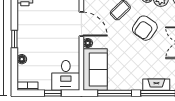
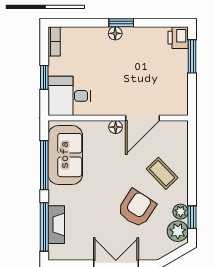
armchair: (145, 28) -> (137, 208), turned 88
floor lamp: (22, 59) -> (115, 33), moved
sofa: (95, 70) -> (65, 155), moved, turned -90

